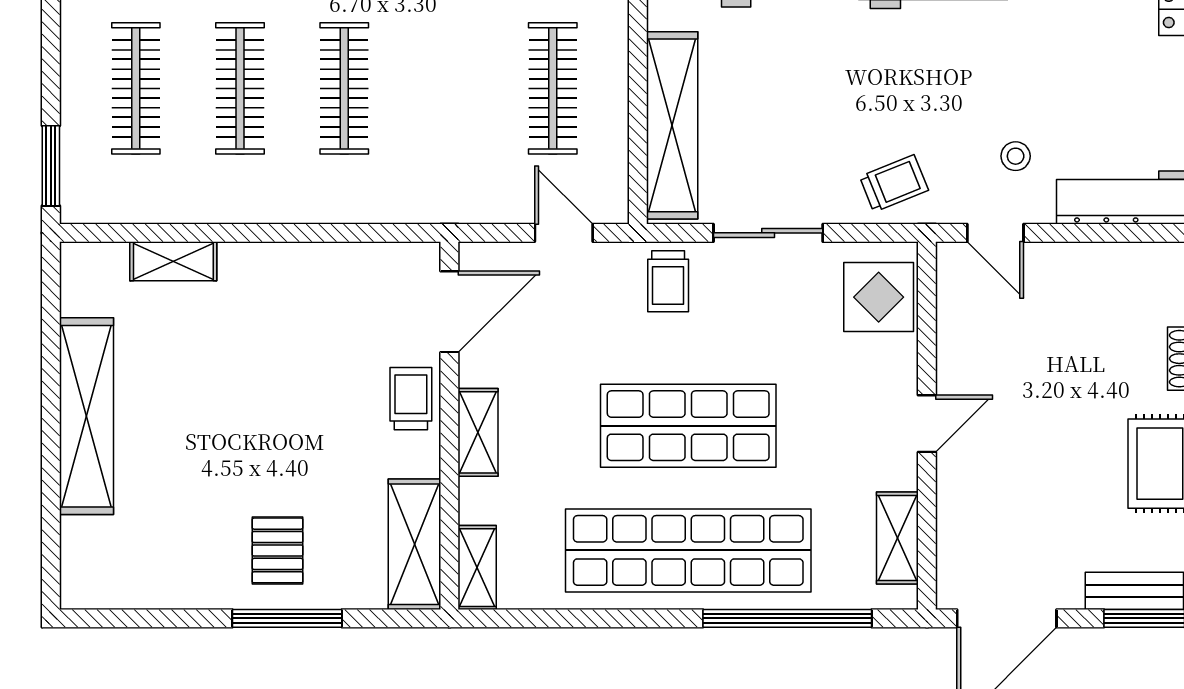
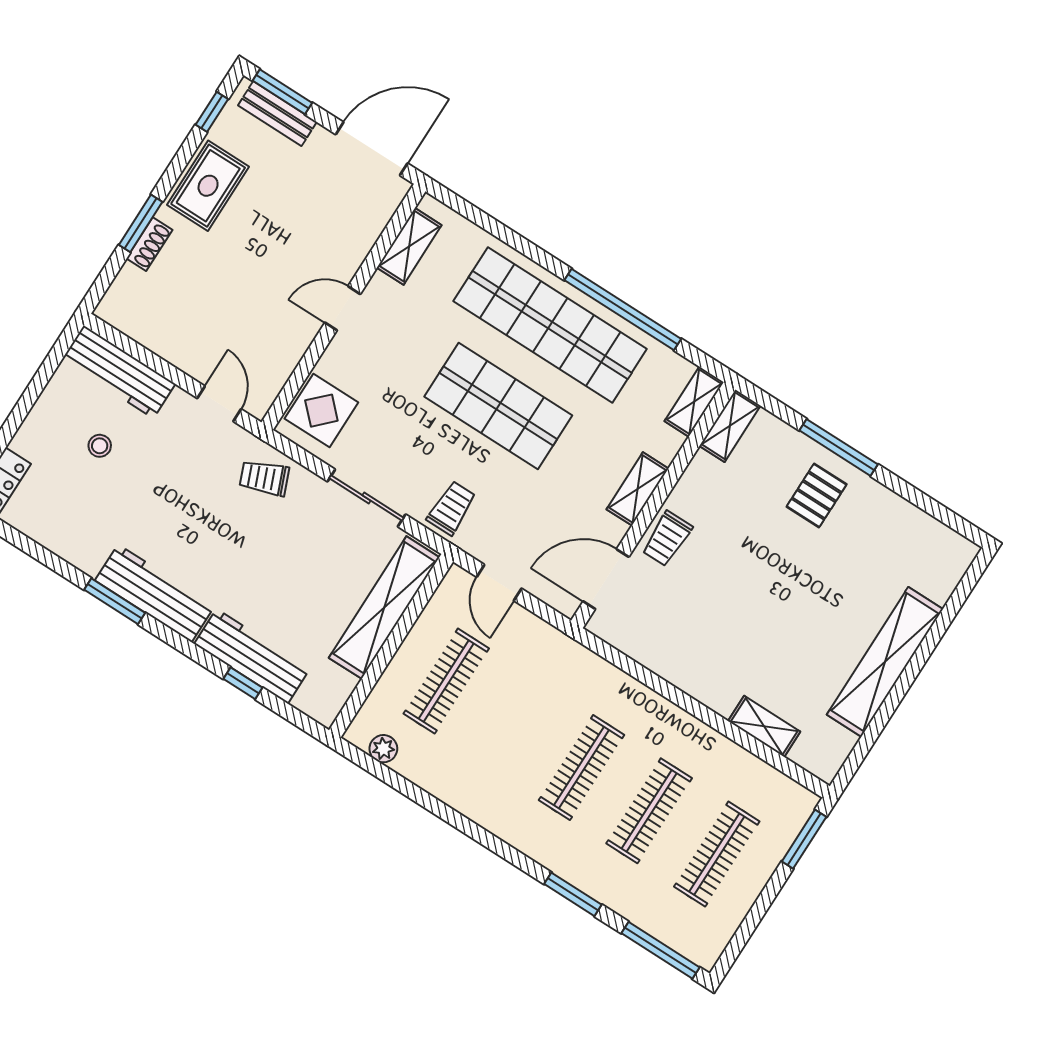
stool: (1016, 156) -> (100, 446), moved
shelving: (415, 544) -> (730, 426), width x0.67, depth x0.75
window: (787, 618) -> (623, 309), moved

